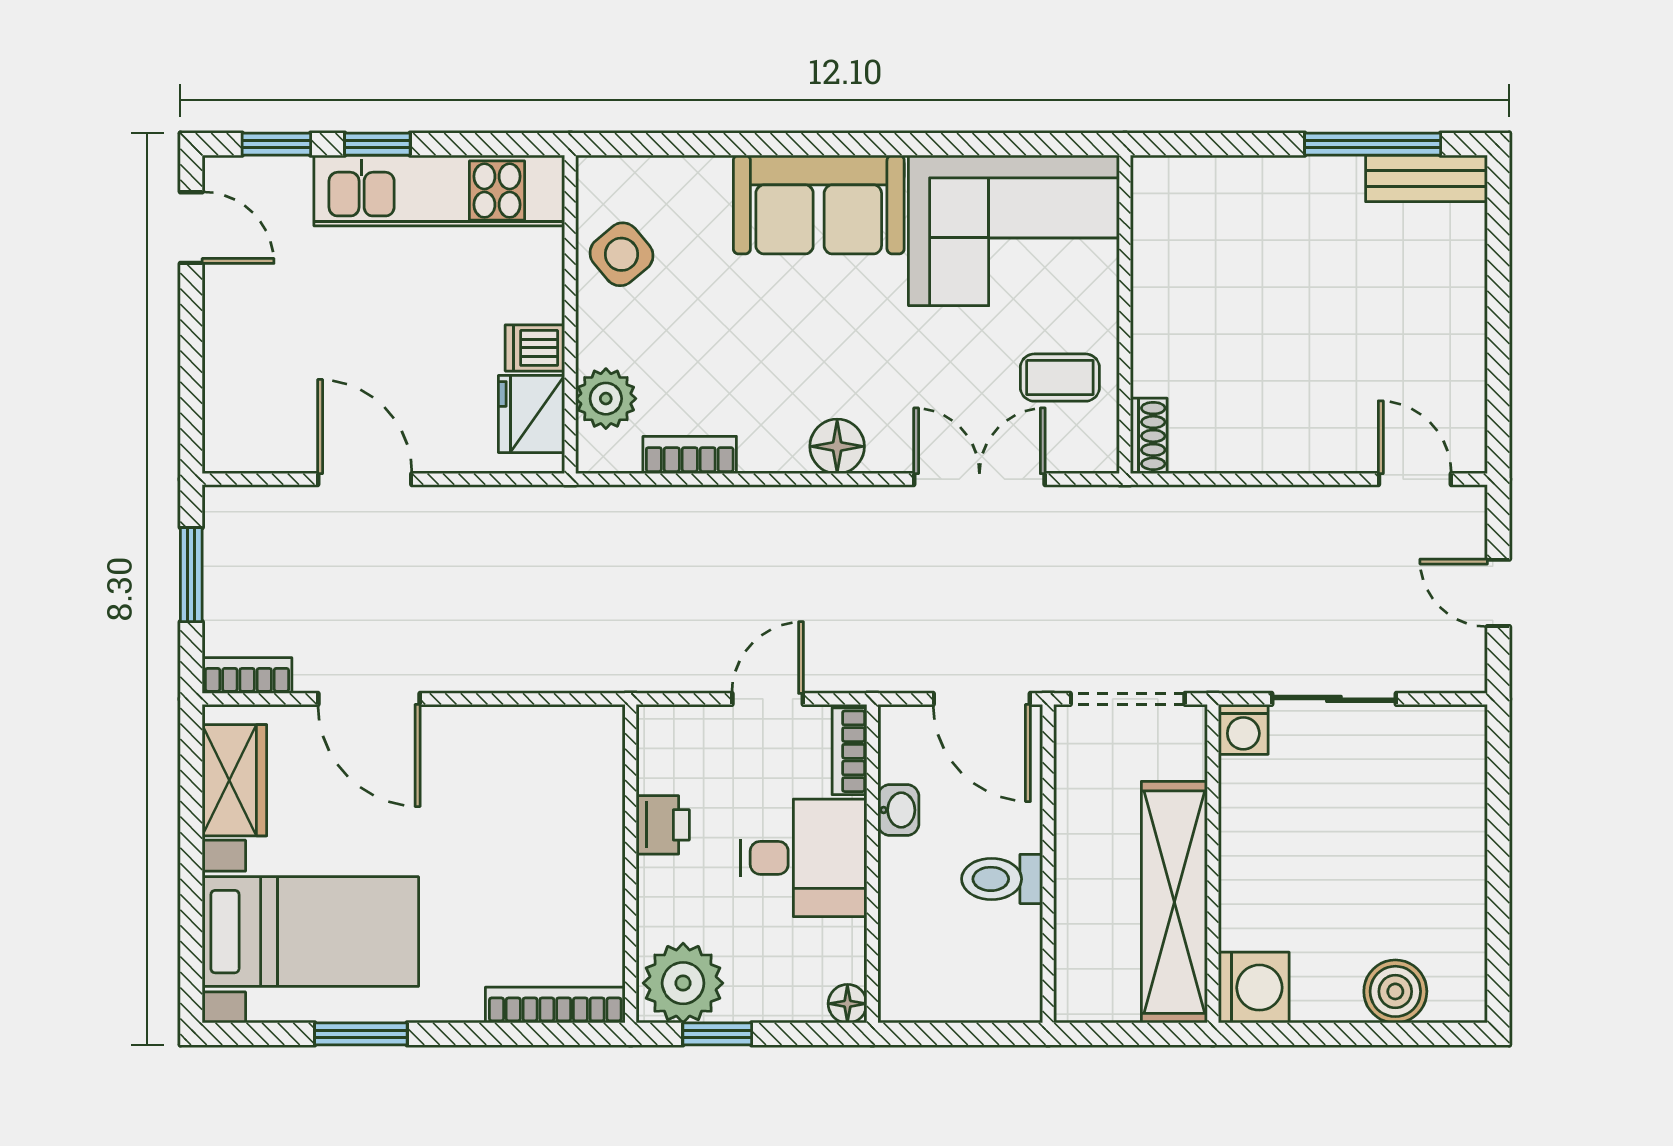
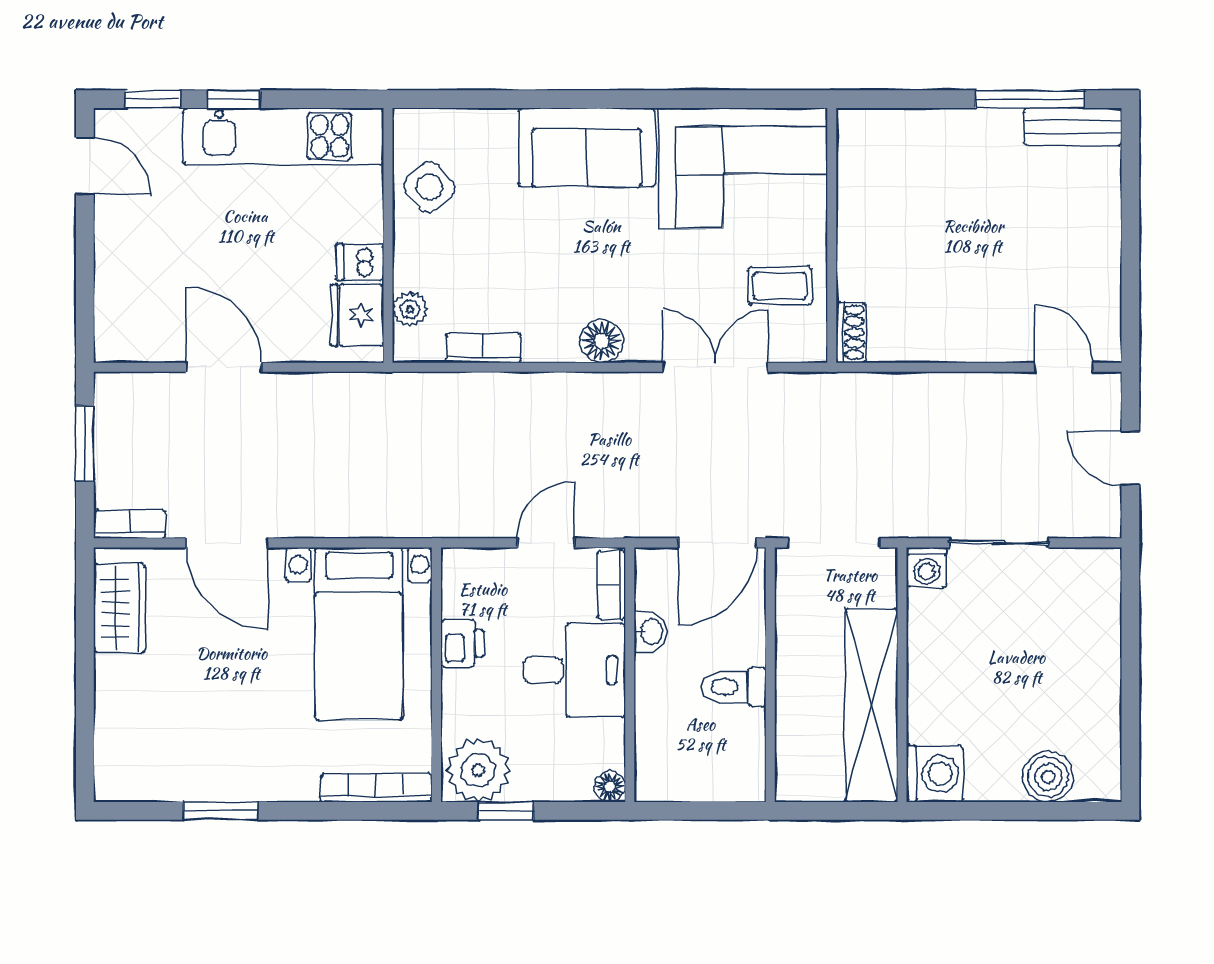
plant: (606, 399) -> (410, 309), width x0.73, depth x0.73
door: (982, 699) -> (717, 543), hinge flipped
bed with nightstands: (310, 932) -> (359, 634), moved, turned 90

